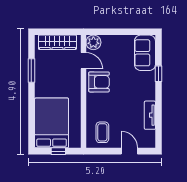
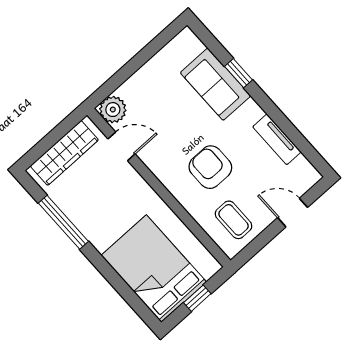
sofa: (145, 53) -> (215, 84), moved
window: (31, 70) -> (63, 222), width x1.44
armchair: (99, 82) -> (210, 167), moved, turned -90

